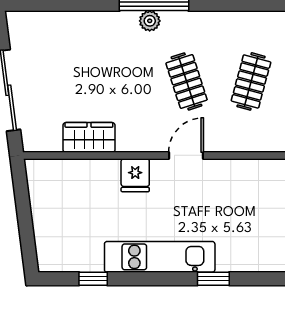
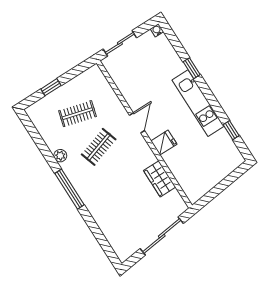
plant: (150, 21) -> (60, 156), moved
door: (186, 155) -> (137, 123), swing flipped

